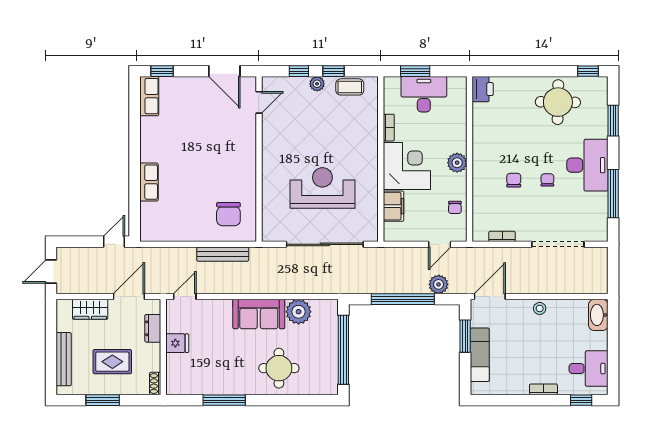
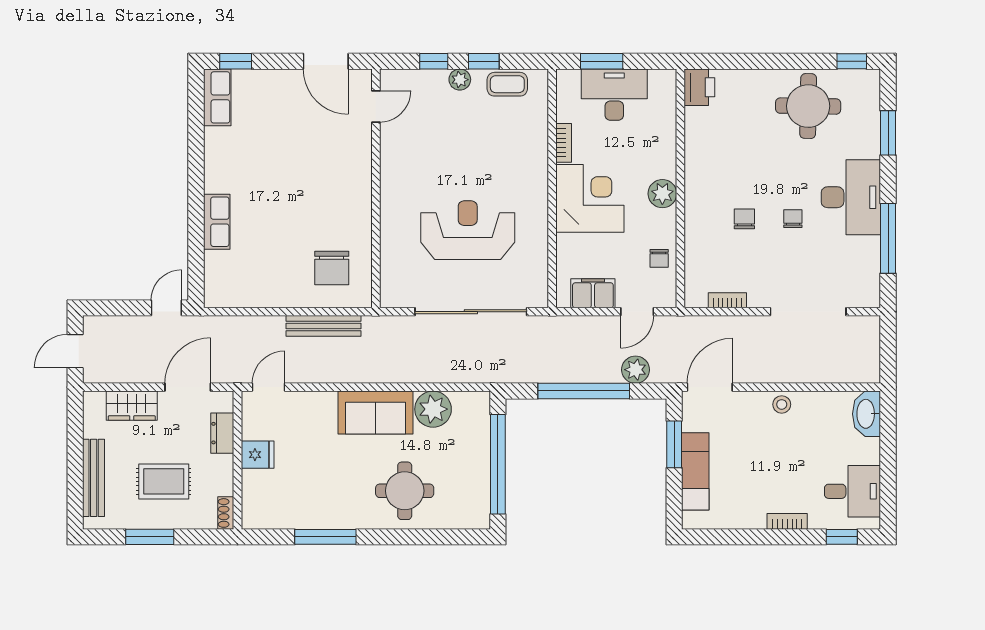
filing cabinet: (394, 206) -> (593, 293), moved, turned -90

